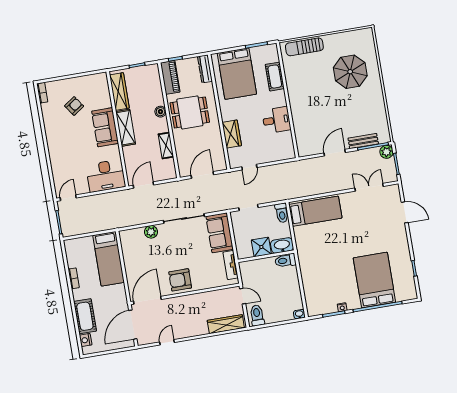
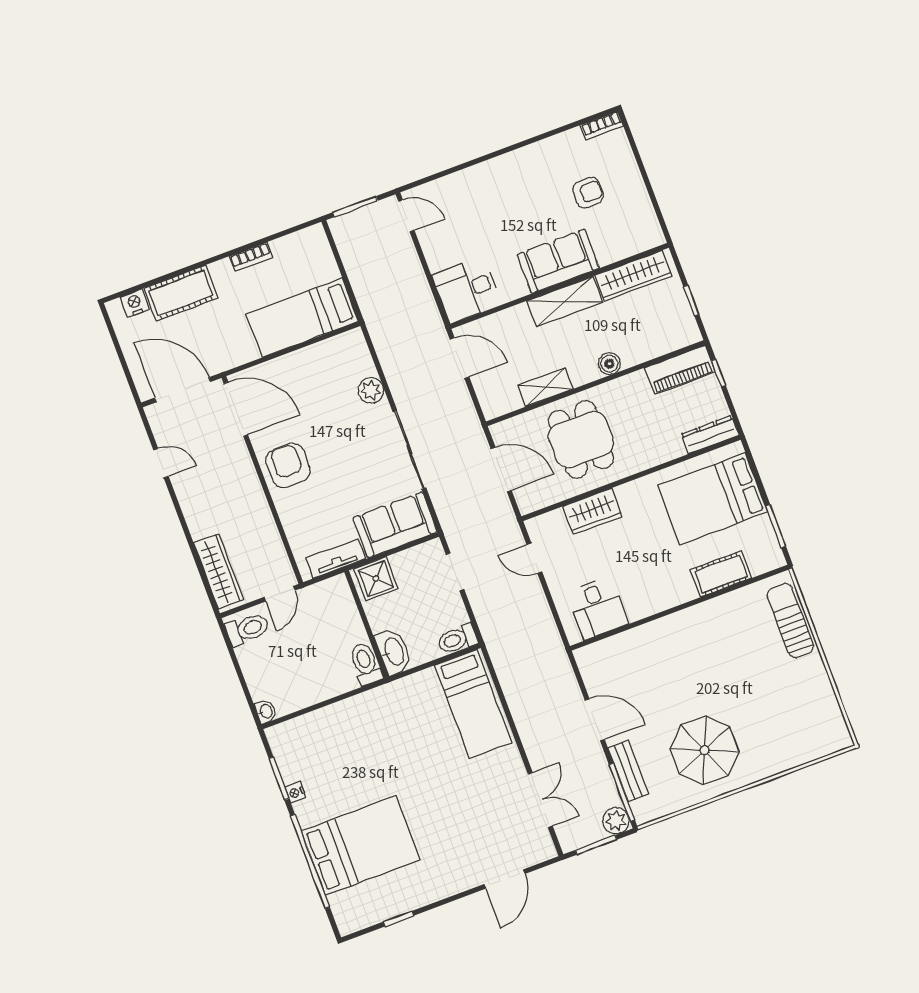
parasol: (350, 72) -> (704, 750), moved
armchair: (74, 106) -> (588, 193), turned -55
dining table: (190, 112) -> (581, 440), moved
desk: (276, 120) -> (598, 608), moved
desk: (106, 176) -> (467, 290), width x0.73
shower: (261, 247) -> (376, 579), moved

